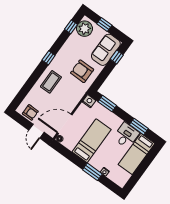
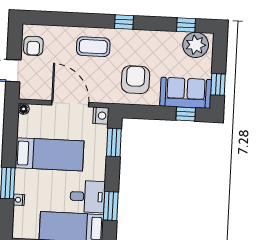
window: (104, 24) -> (218, 84), moved
door: (65, 124) -> (70, 104), moved

